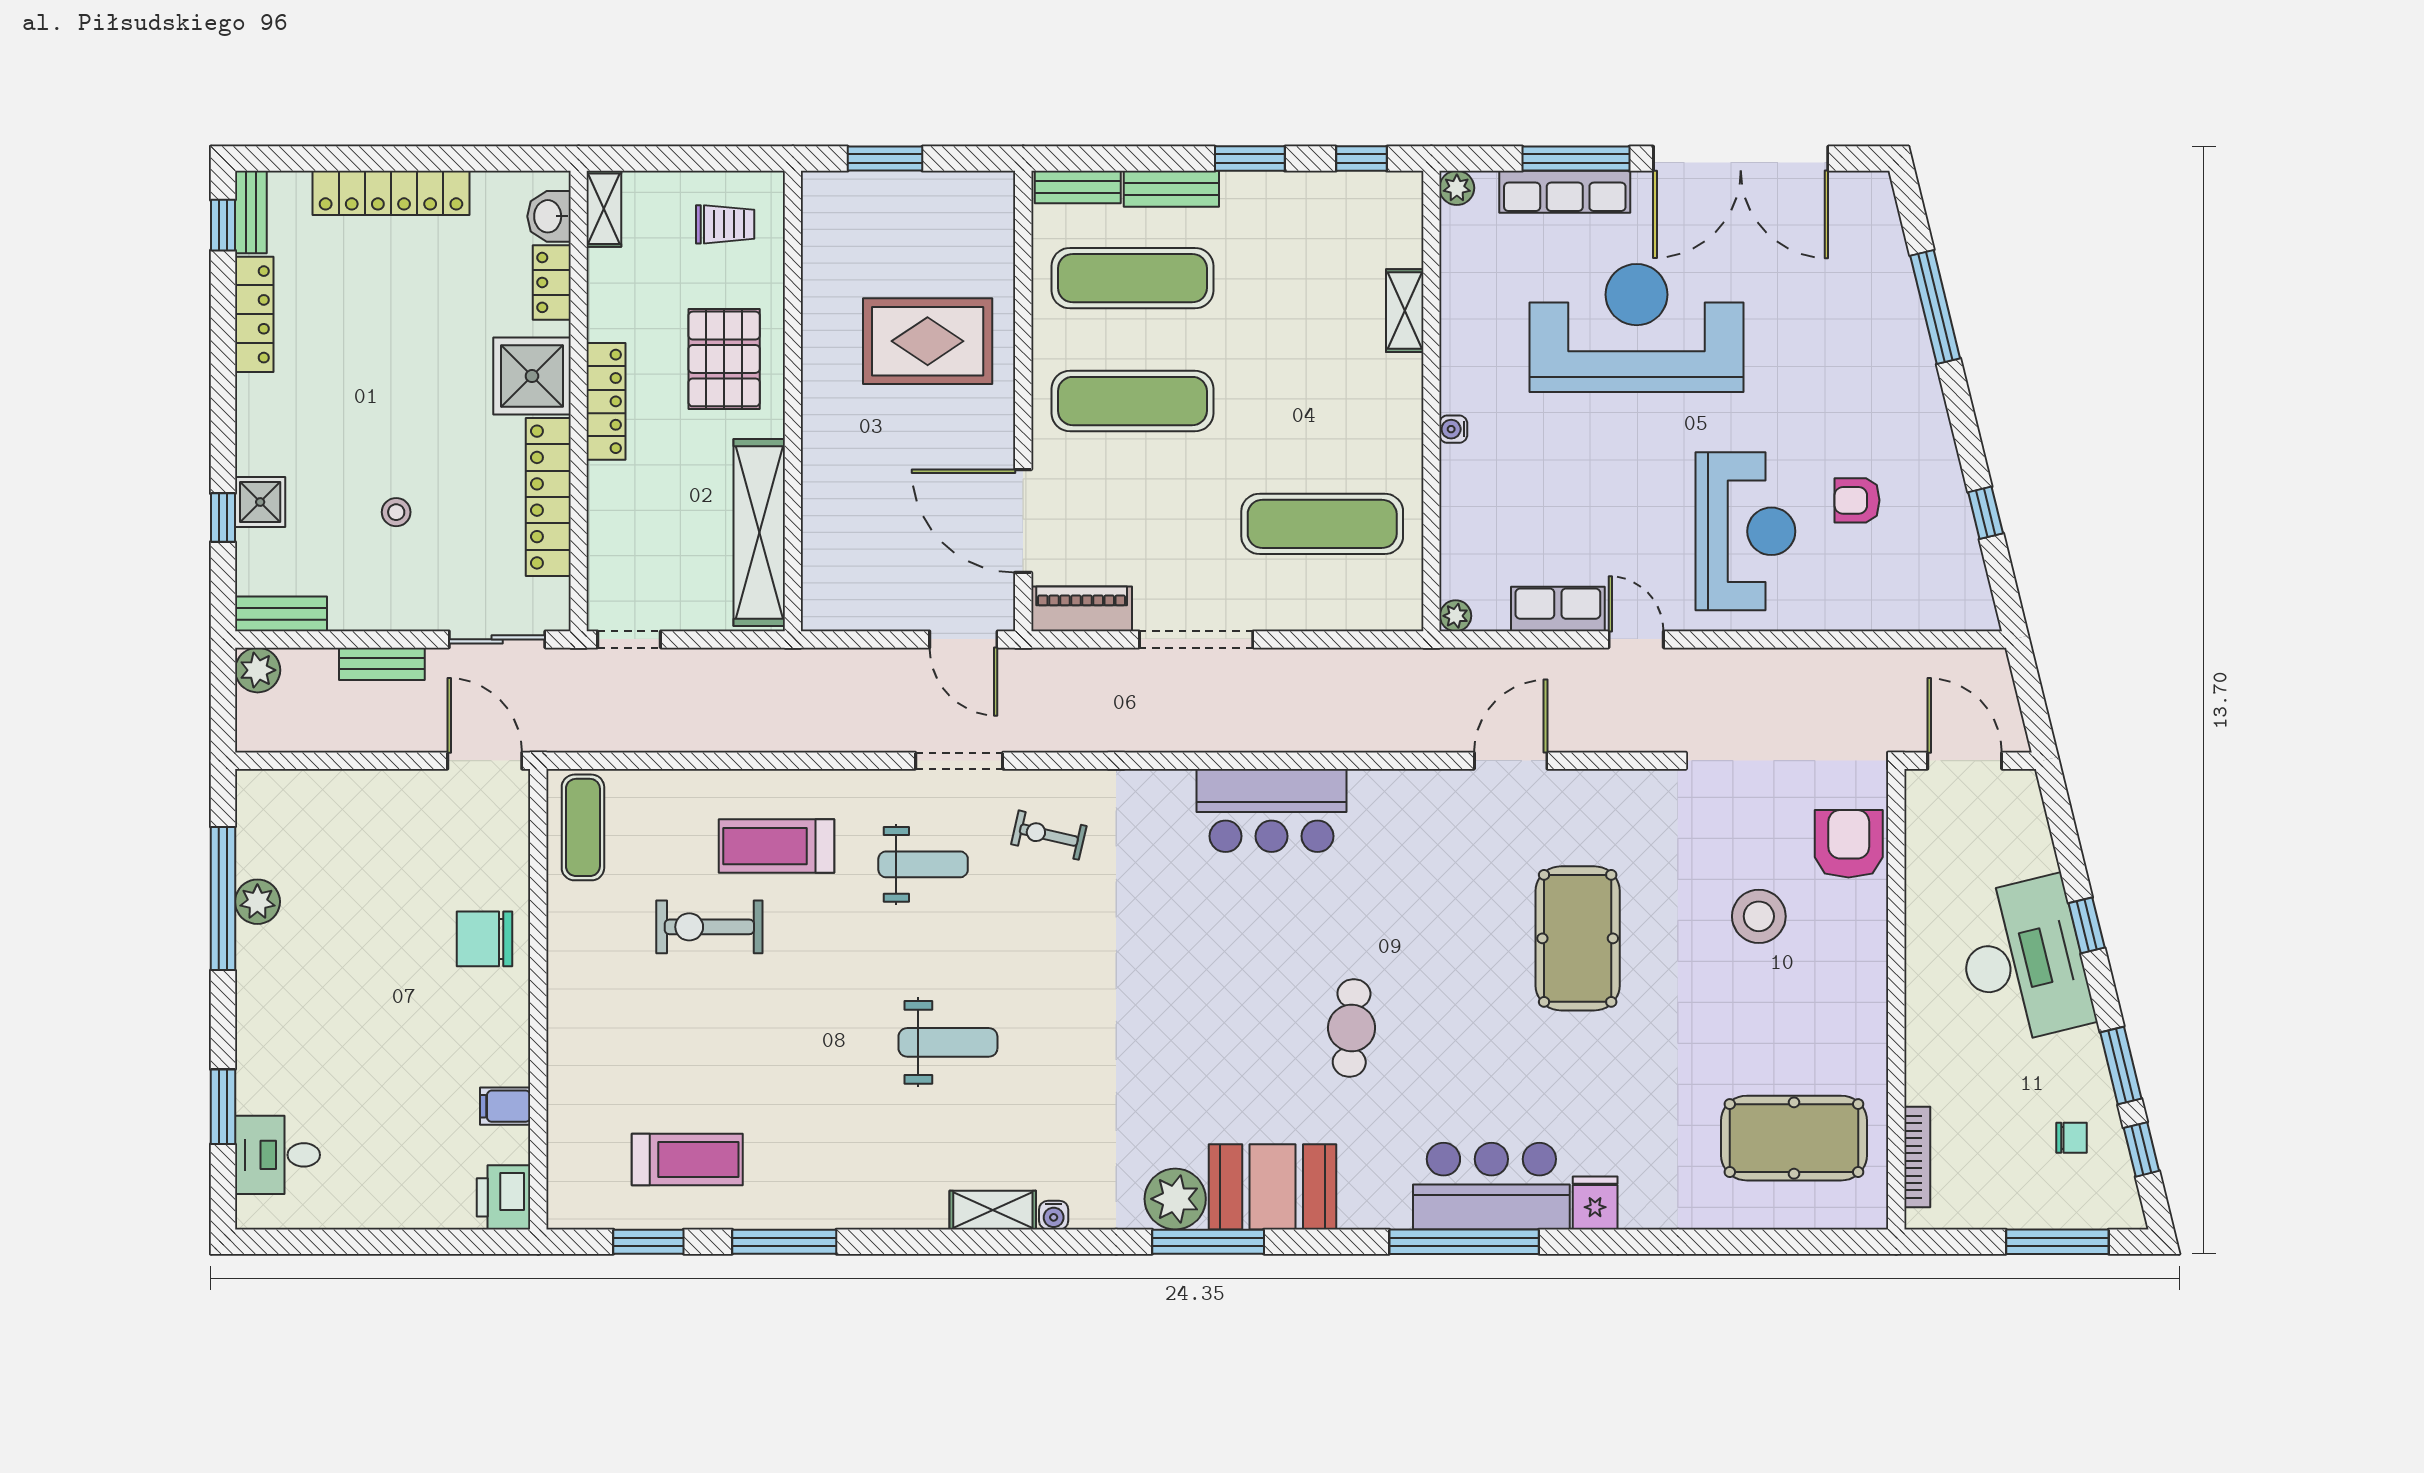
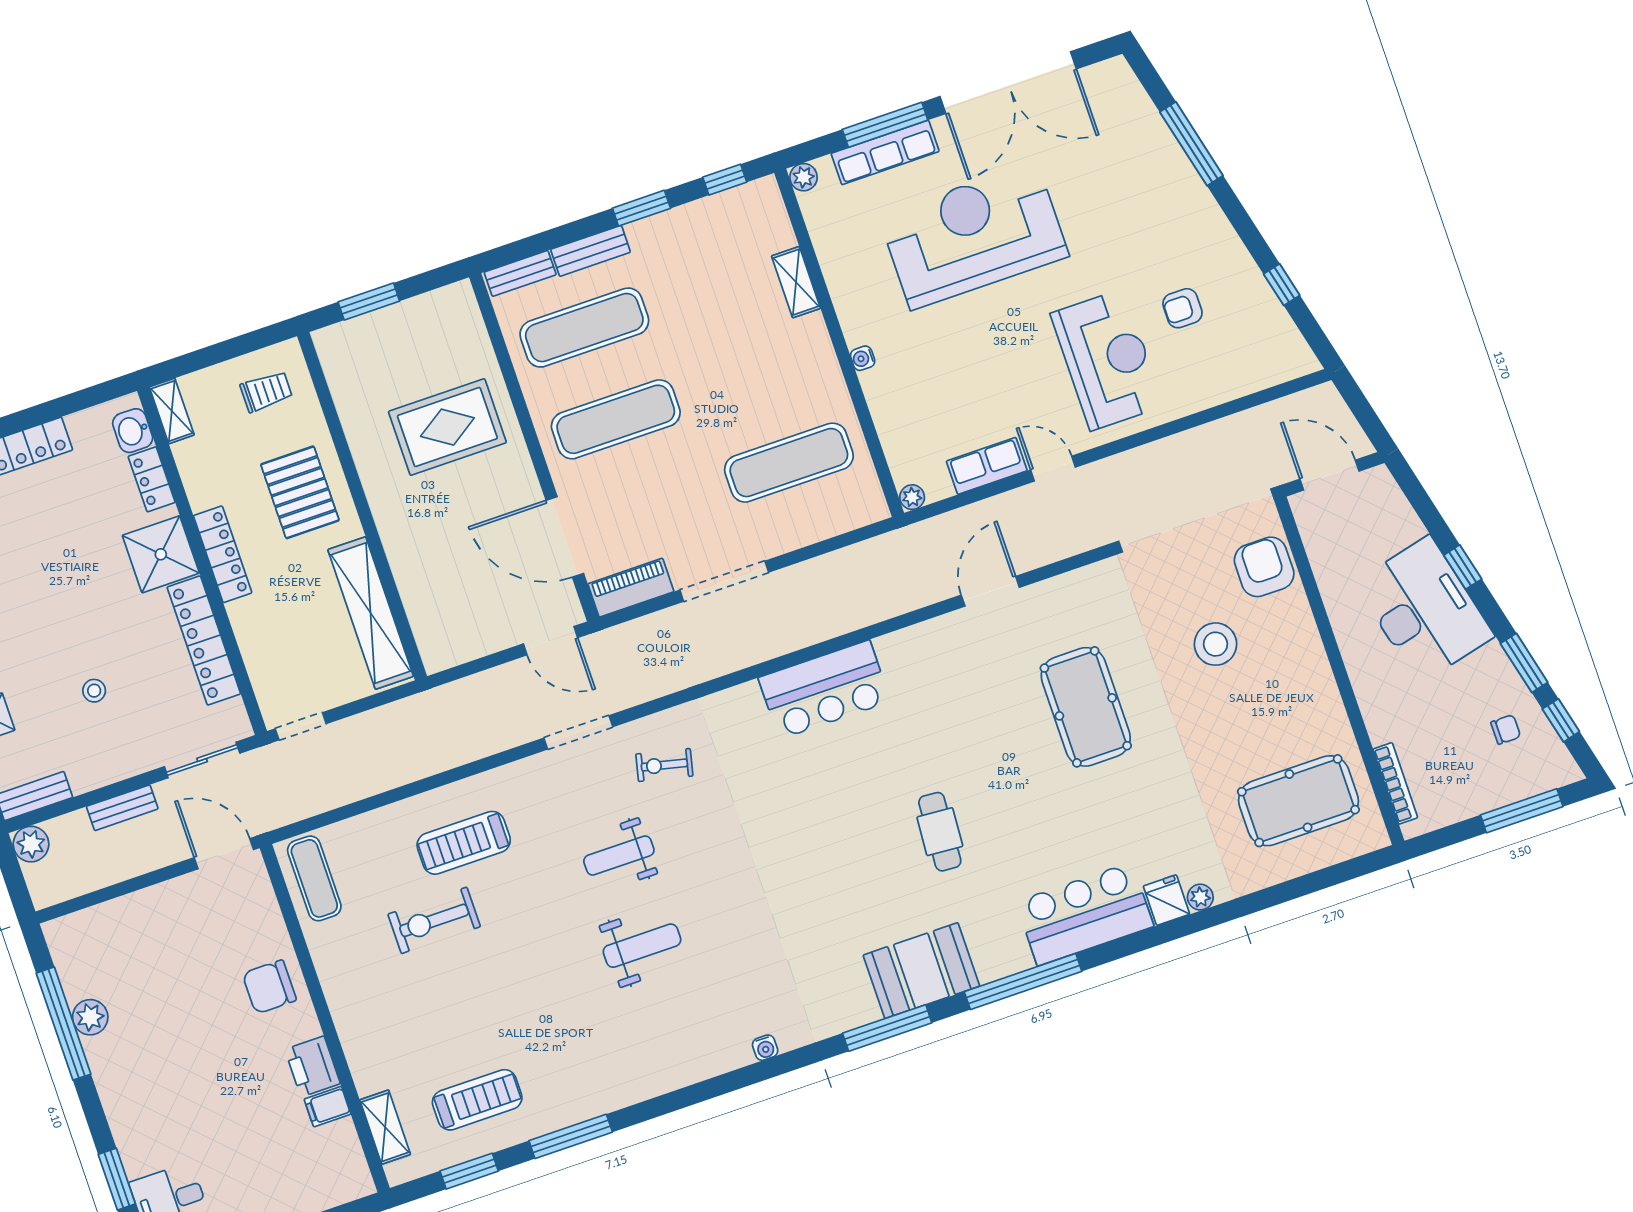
weight bench: (923, 864) -> (619, 856), moved, turned 180
printer: (504, 1197) -> (312, 1067), moved
plant: (1175, 1199) -> (1200, 897), moved, width x0.53, depth x0.53
shelving: (993, 1210) -> (385, 1127), moved, turned 90
window: (1464, 1242) -> (1023, 981), moved

